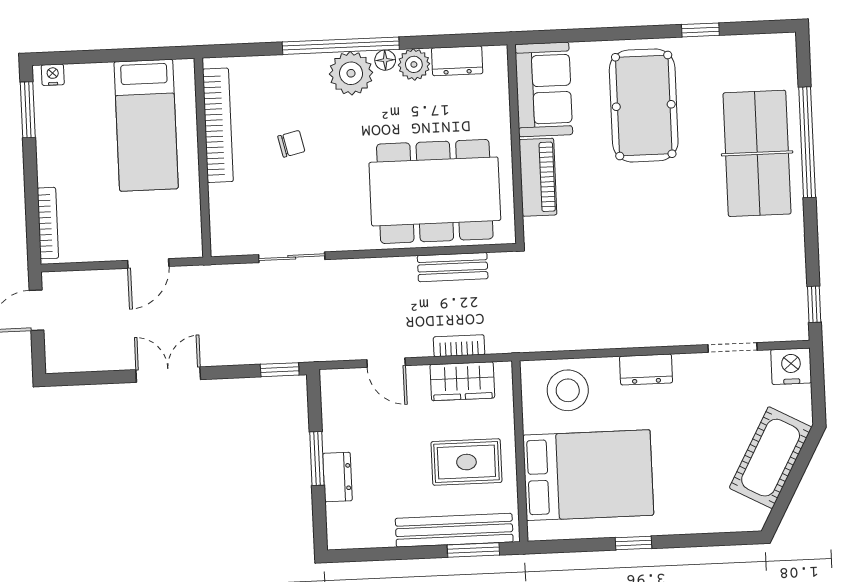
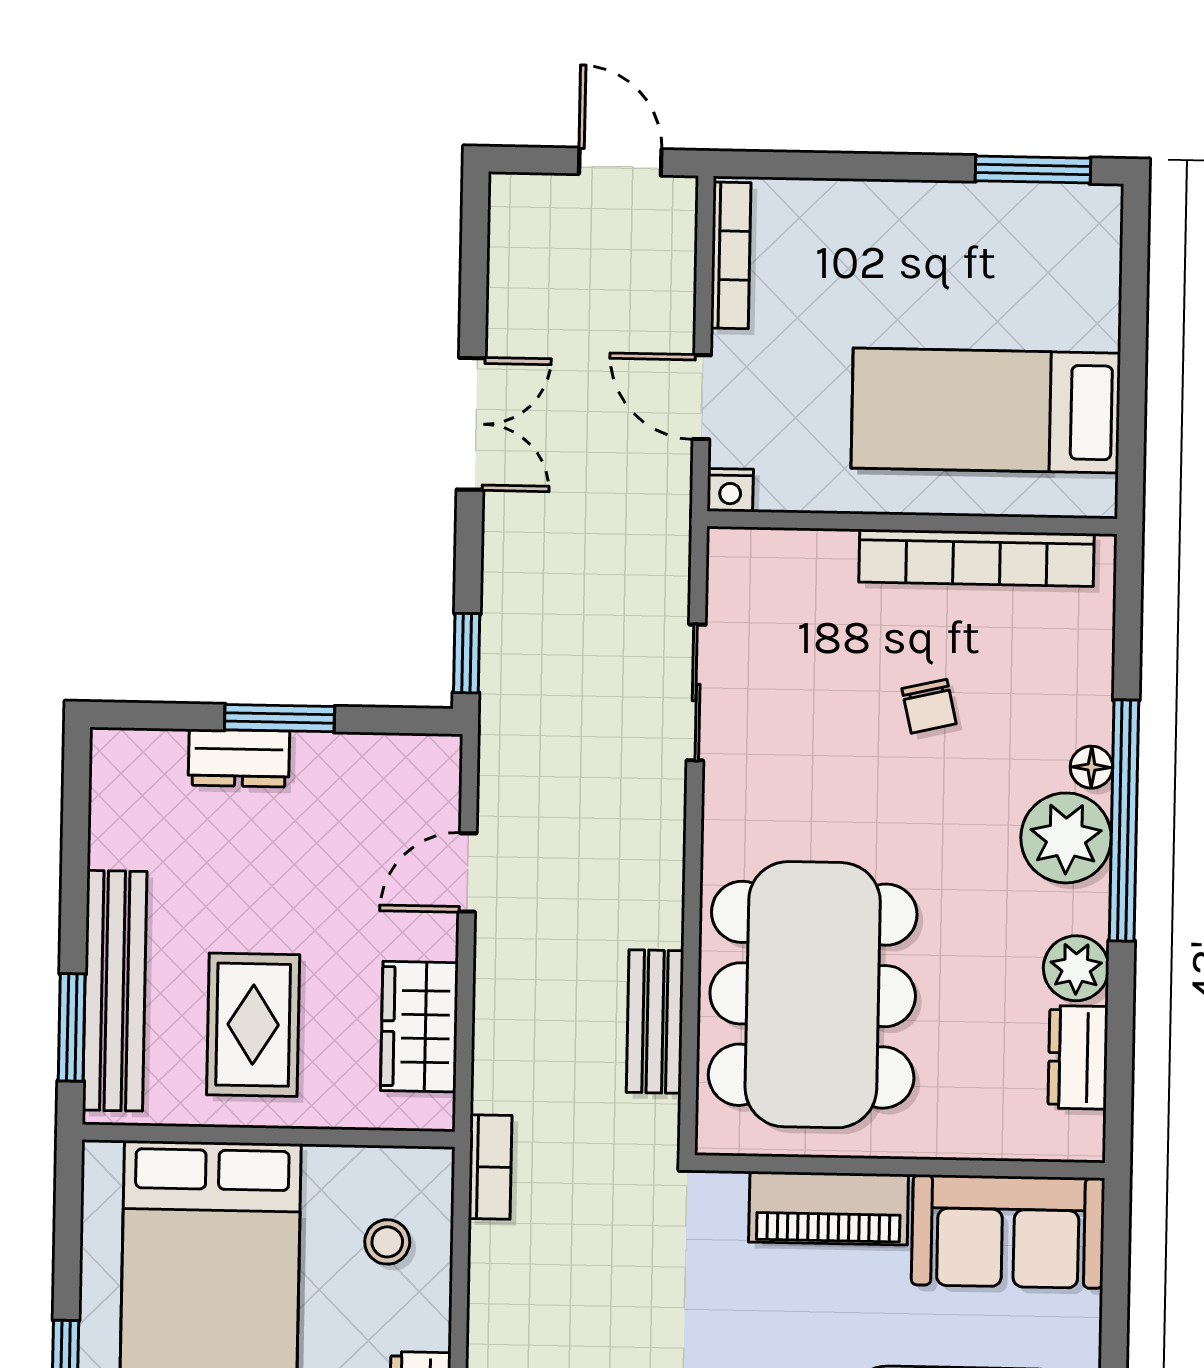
floor lamp: (385, 60) -> (1091, 767), moved
nightstand: (53, 75) -> (730, 490), moved, turned 90
bookcase: (48, 223) -> (731, 255), moved, turned -90
bookcase: (459, 346) -> (490, 1167), moved
stool: (568, 390) -> (387, 1242), width x0.53, depth x0.53

